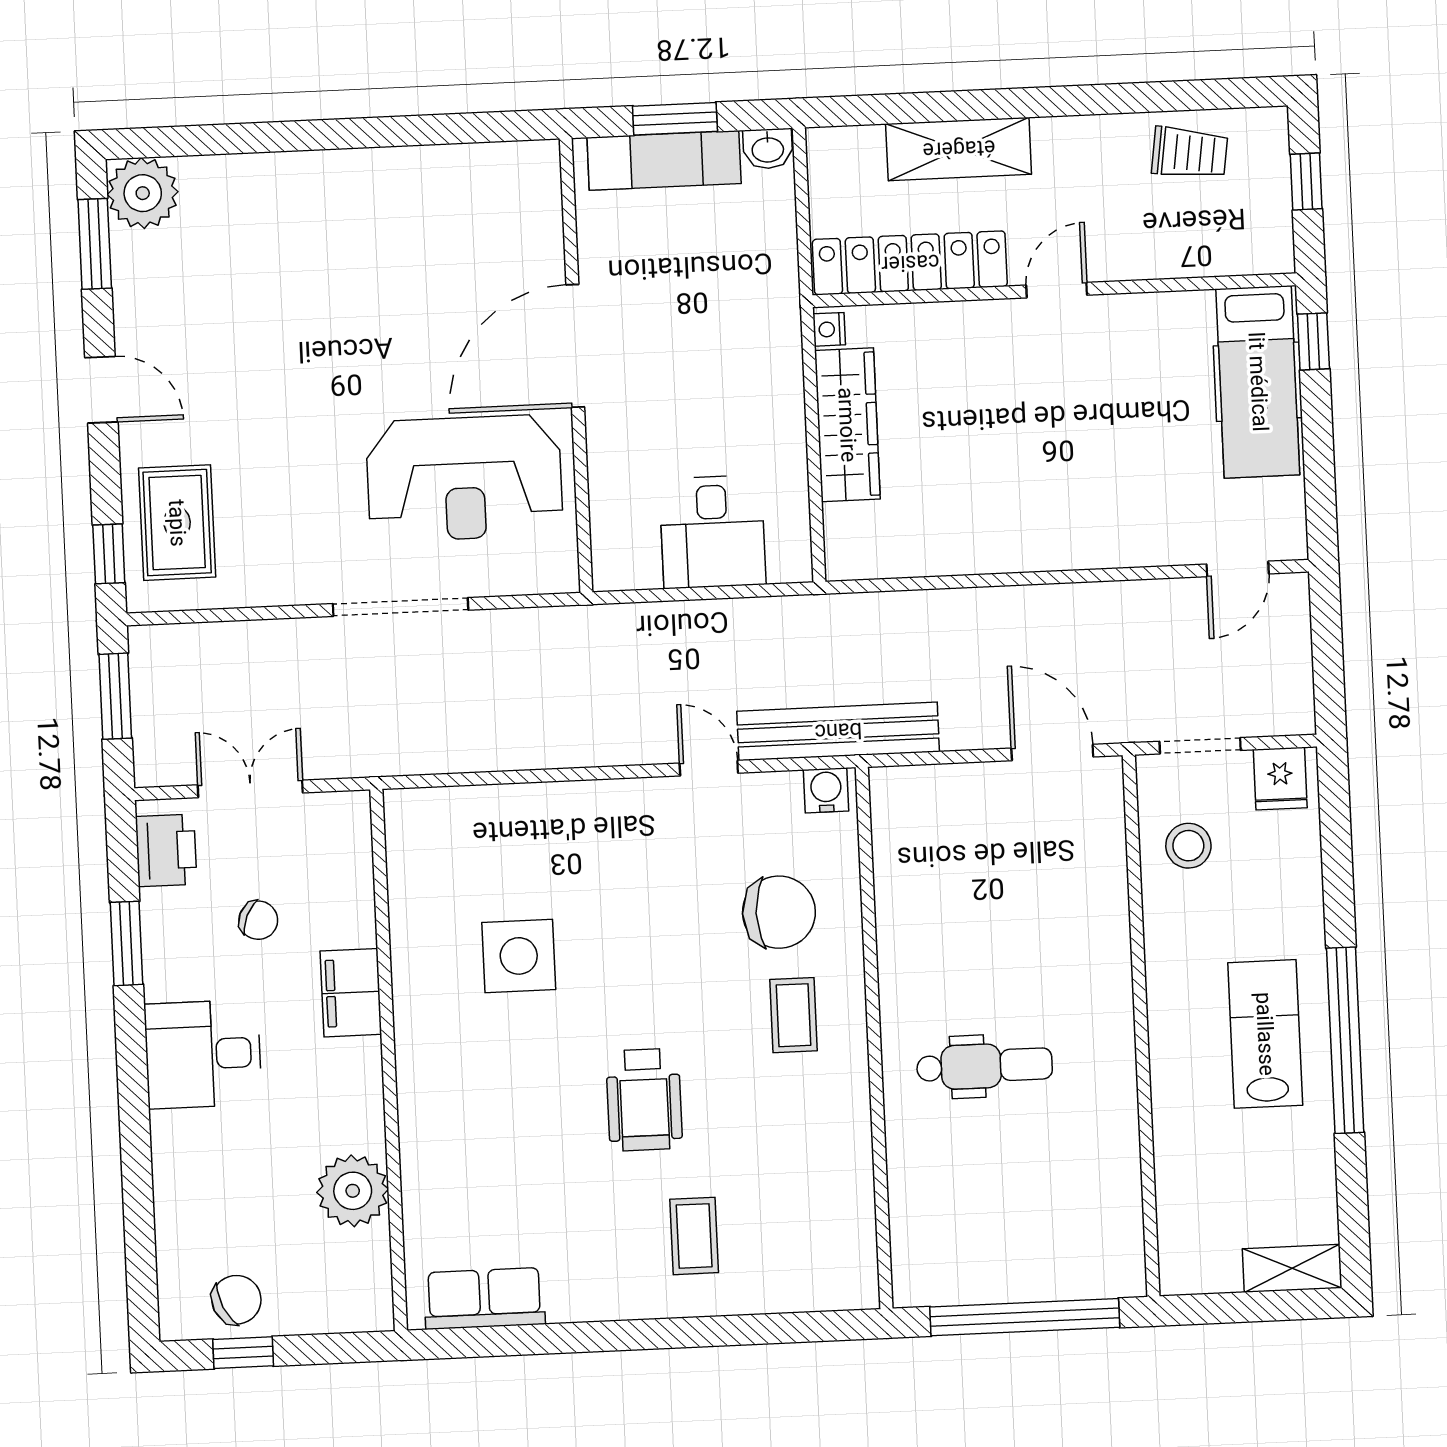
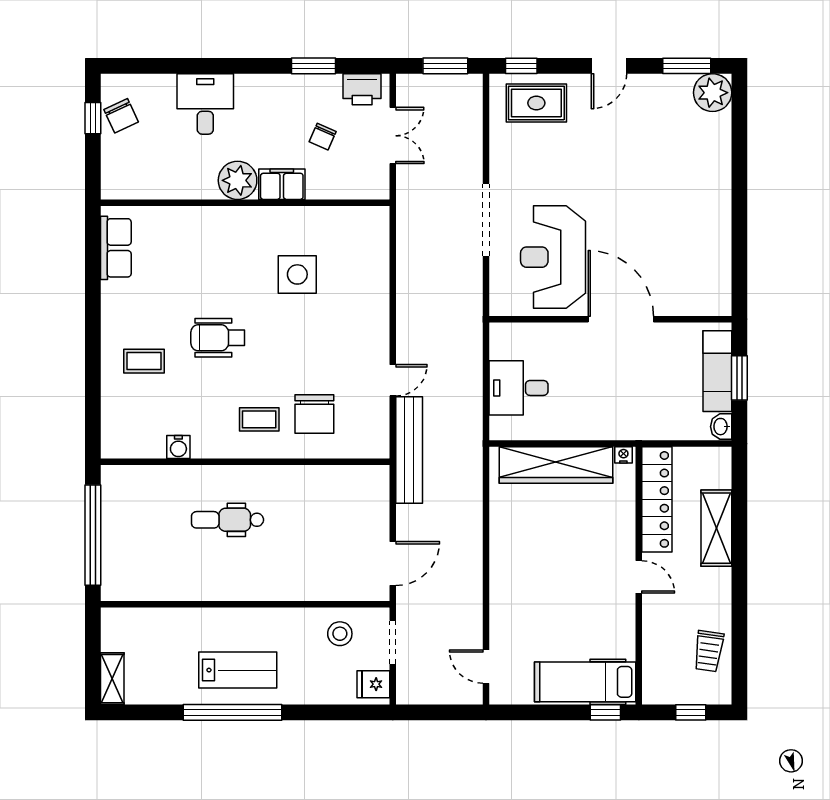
wardrobe: (847, 425) -> (556, 465), width x1.40, depth x1.17
water cooler: (826, 790) -> (178, 447), moved, turned 90
desk: (203, 1054) -> (205, 104), moved
dental chair: (985, 1066) -> (227, 520), turned 90
plant: (353, 1191) -> (238, 180), moved

